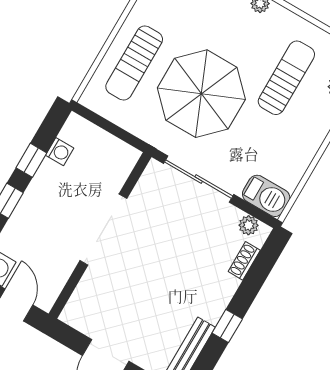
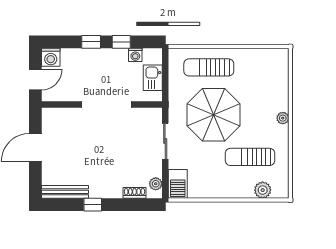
sun lounger: (286, 78) -> (250, 157), turned 180
kitchen sink: (104, 146) -> (153, 78), added
sliding door: (199, 179) -> (165, 141), width x0.73

